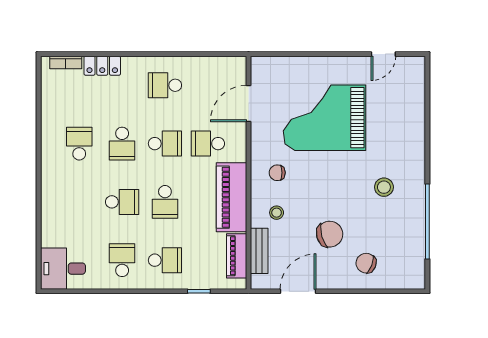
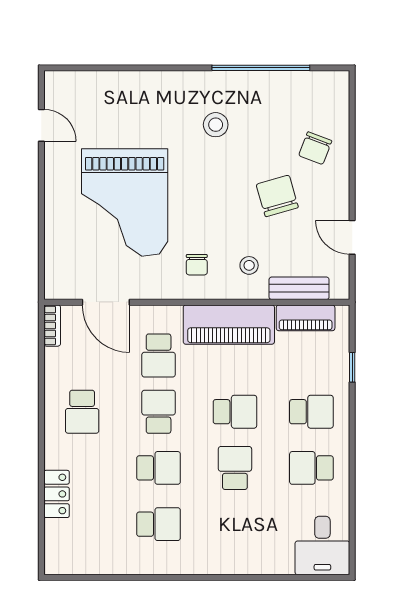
bookcase: (66, 62) -> (52, 326), moved
school desk: (79, 144) -> (159, 524), turned 180
school desk: (165, 260) -> (311, 412), turned 90
door: (298, 291) -> (352, 237), width x0.73

